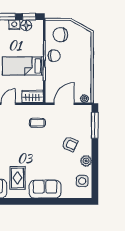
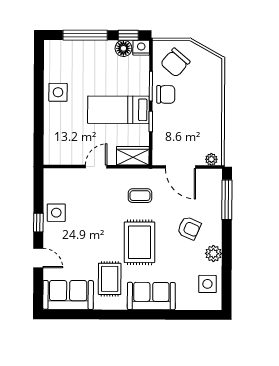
nightstand: (14, 25) -> (141, 48), moved
chair: (60, 35) -> (175, 63), turned -49
door: (64, 104) -> (181, 167), swing flipped
rug: (37, 154) -> (139, 242), added

